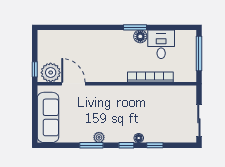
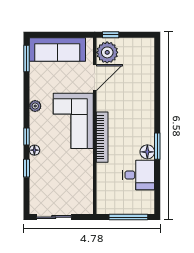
bookcase: (150, 77) -> (102, 137), moved
corner sofa: (112, 103) -> (73, 121), added
window: (91, 145) -> (26, 59), moved

